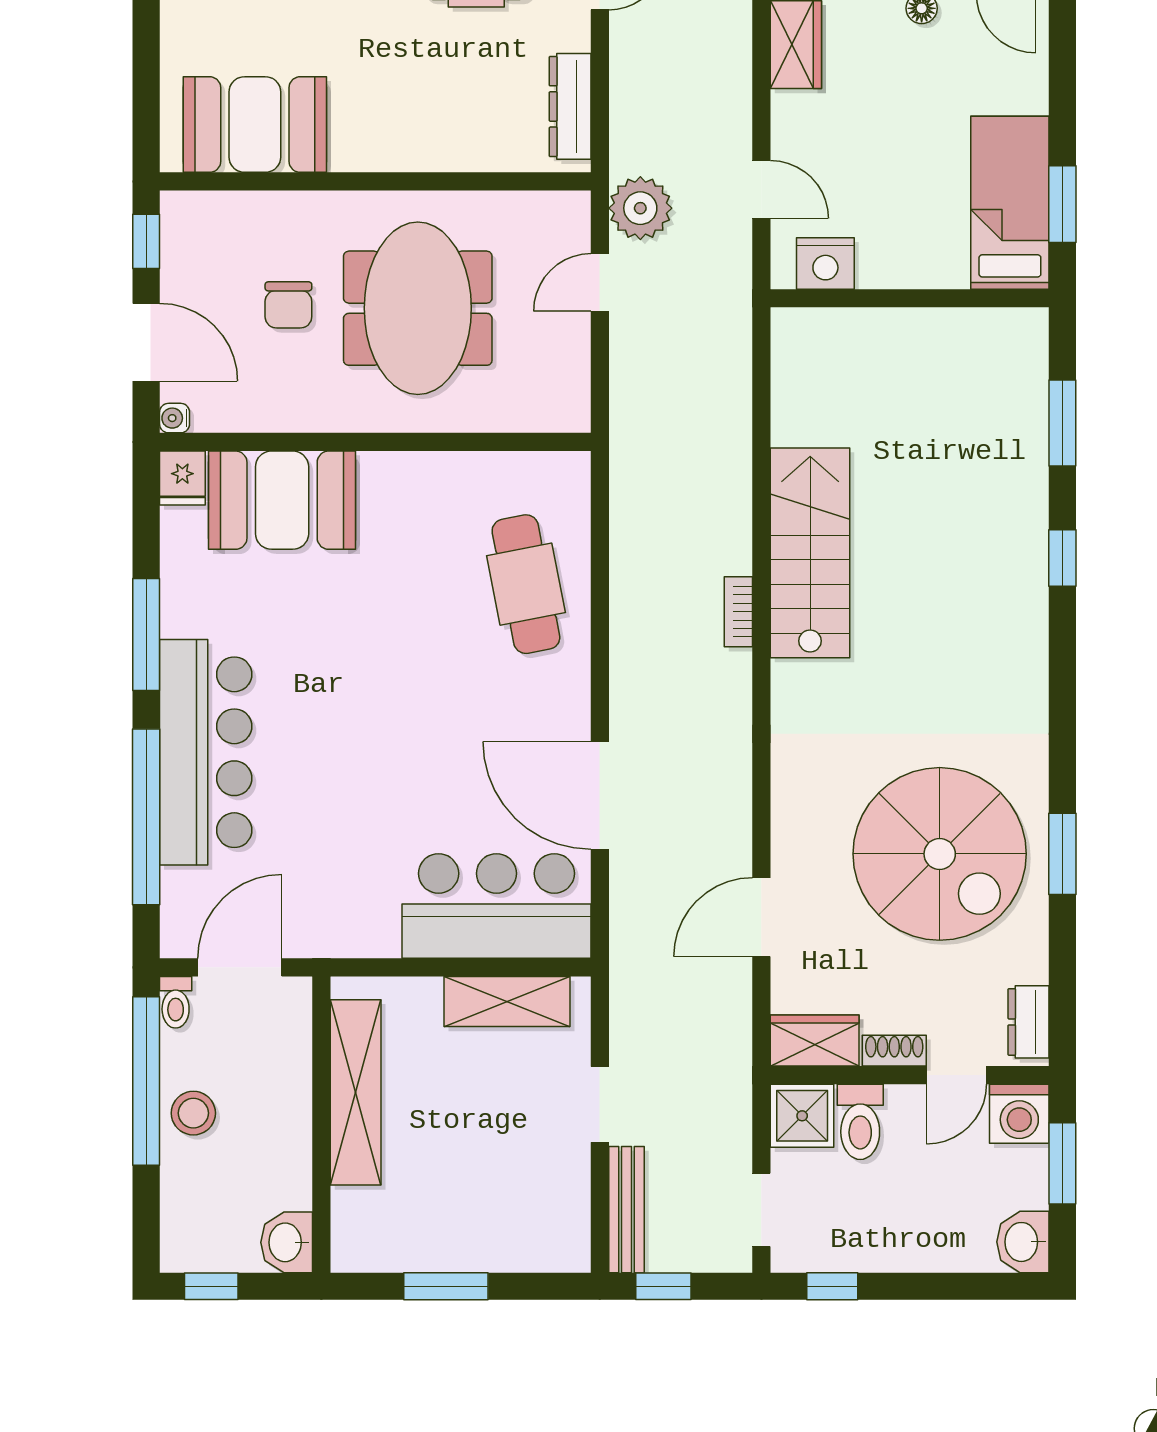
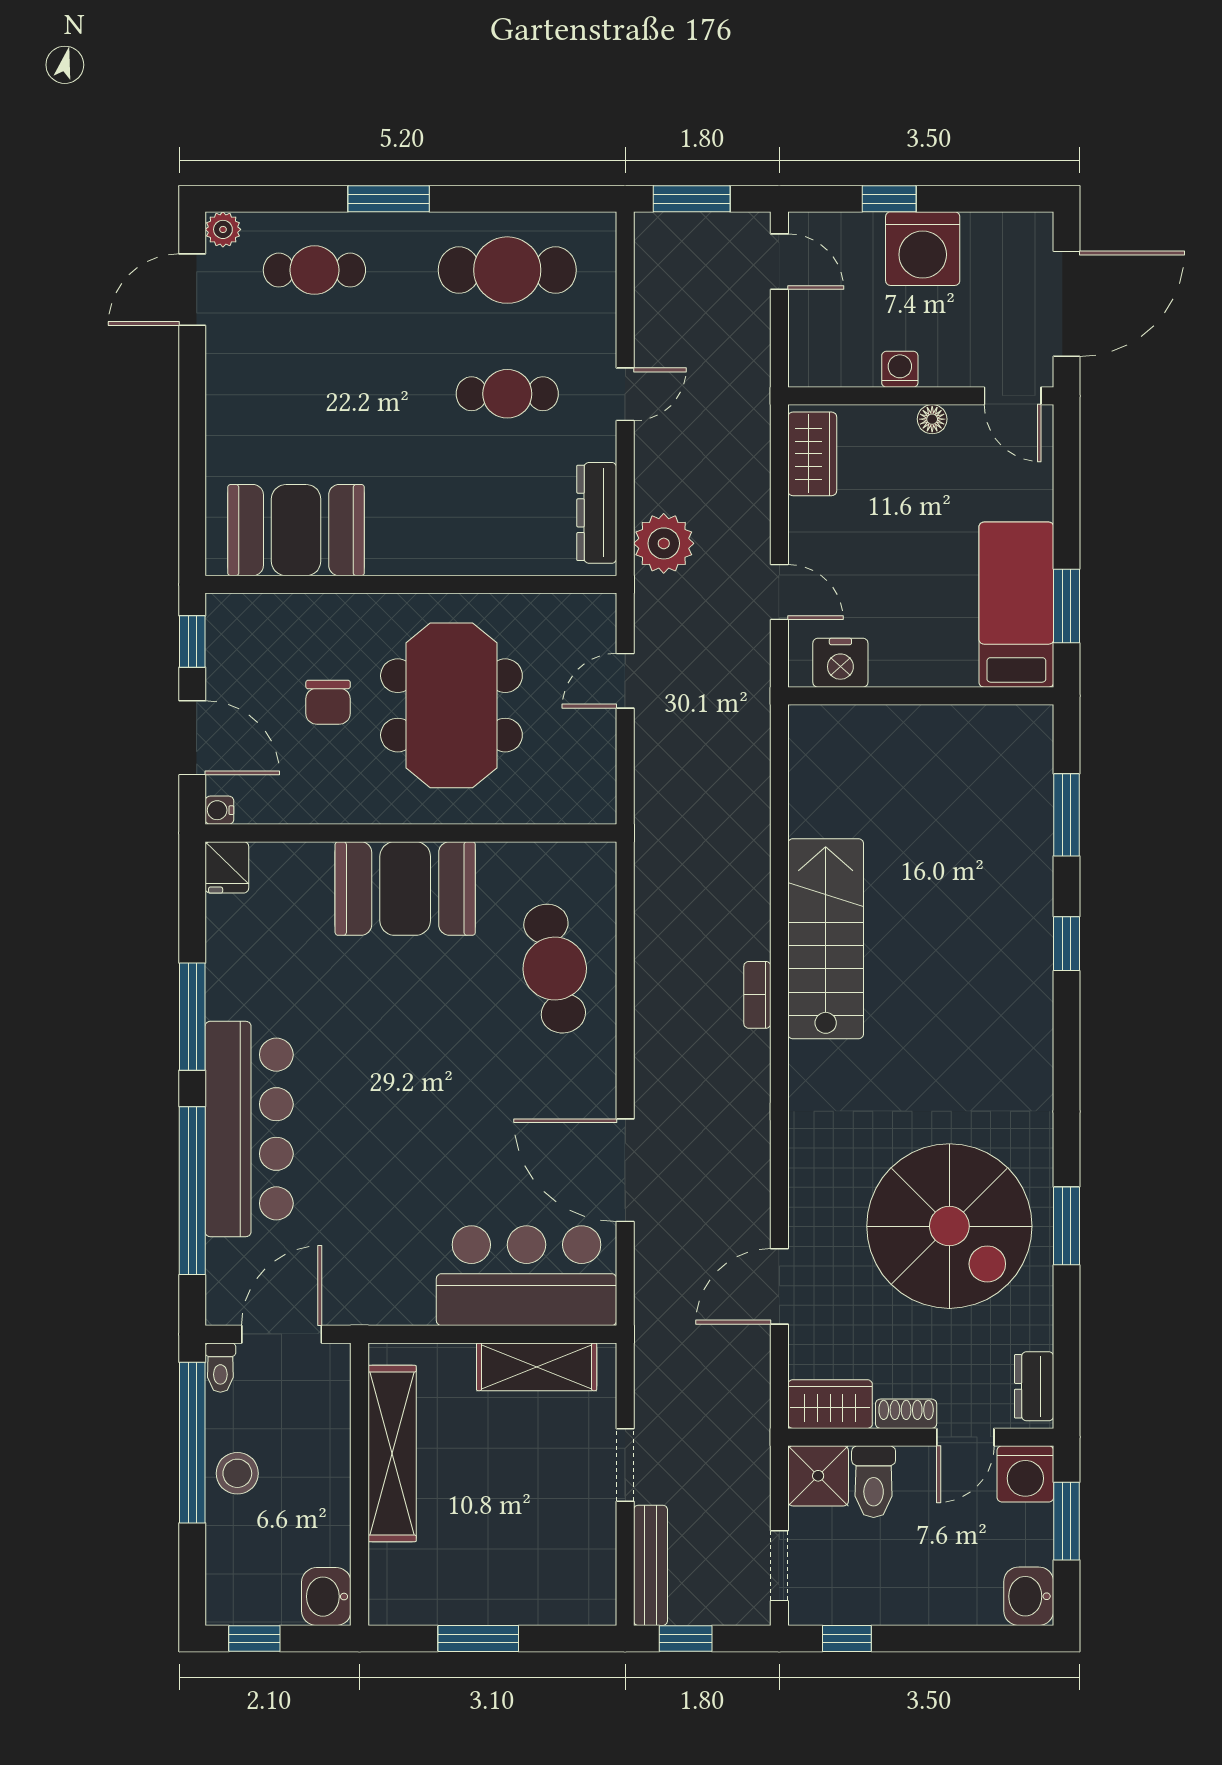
plant: (640, 208) -> (664, 543), moved
booth: (282, 500) -> (405, 888), moved

